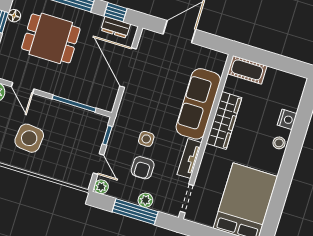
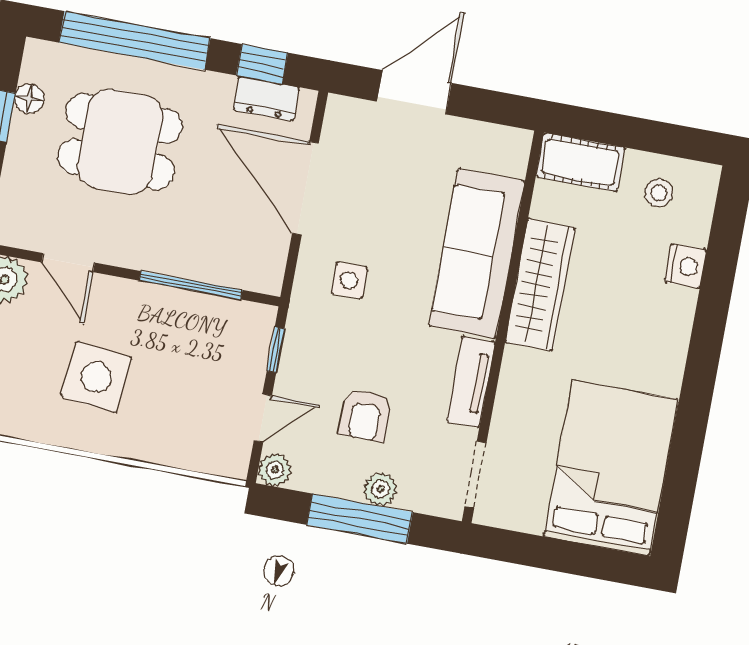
side table: (146, 139) -> (349, 280), moved
stool: (279, 143) -> (659, 193), moved
door: (99, 164) -> (263, 418), hinge flipped

